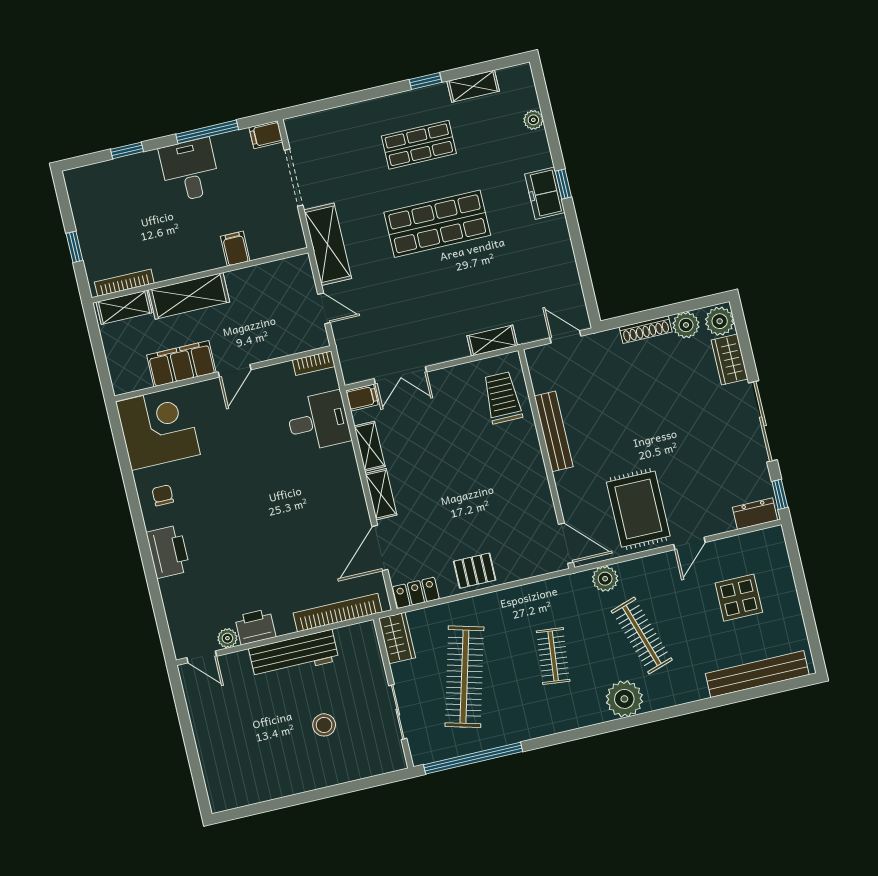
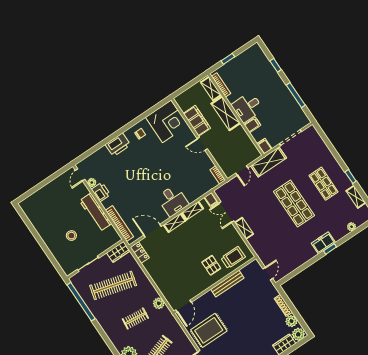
filing cabinet: (266, 135) -> (264, 146), moved
desk: (190, 170) -> (247, 107), moved, turned 180
shelving: (492, 341) -> (244, 228), moved
desk: (318, 421) -> (173, 201), moved
pallet: (475, 571) -> (211, 265), moved
plant: (605, 579) -> (159, 303), moved

